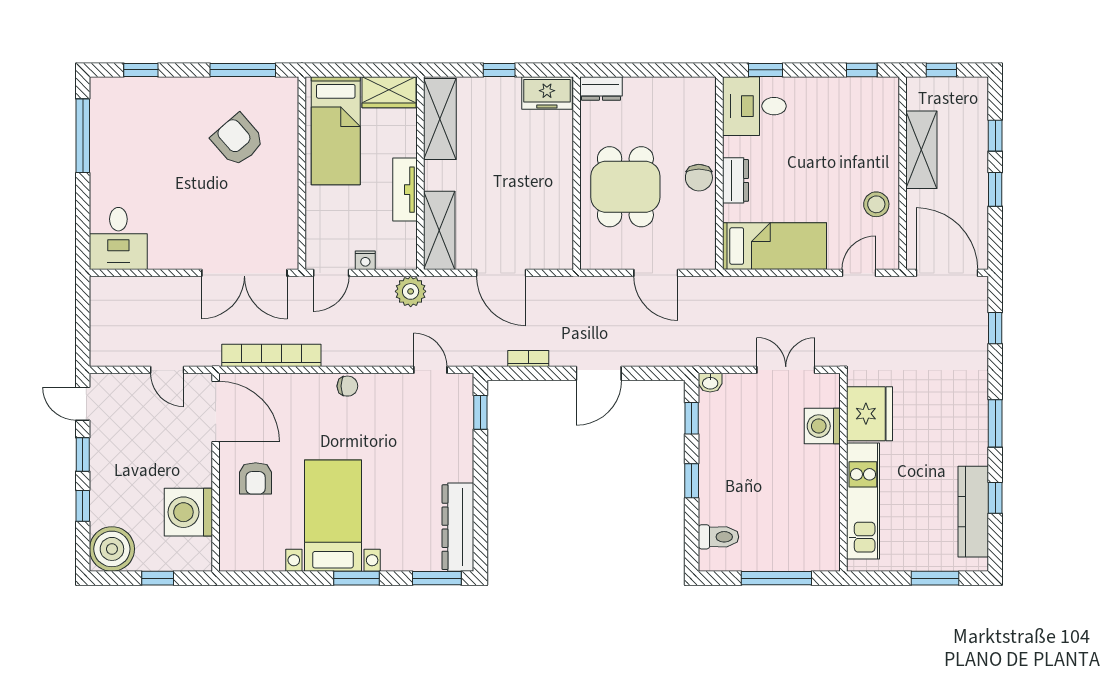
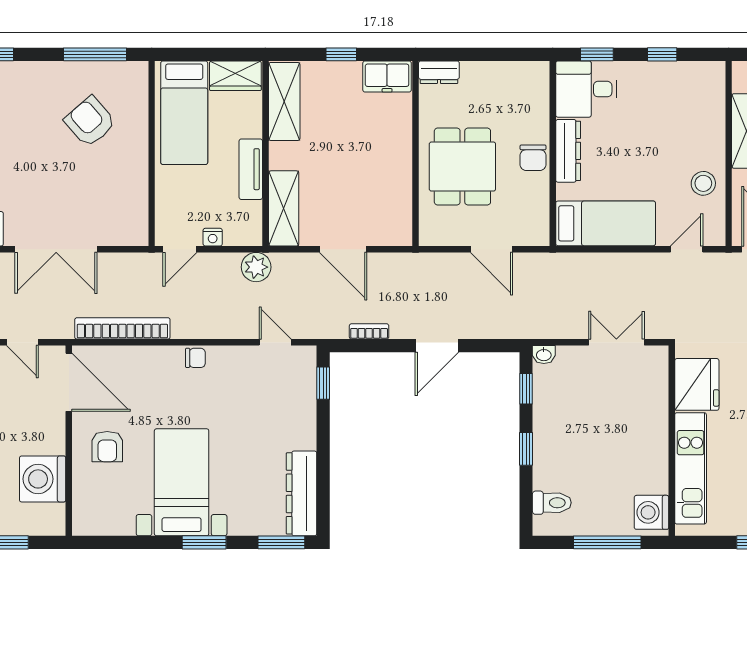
window: (862, 70) -> (662, 54), moved
dresser: (735, 180) -> (568, 151), width x1.44
double door: (244, 273) -> (56, 249), moved
washing machine: (822, 426) -> (651, 512), moved

